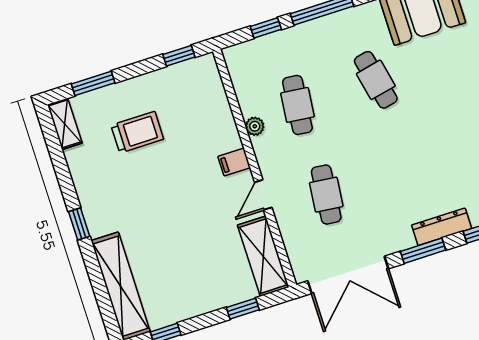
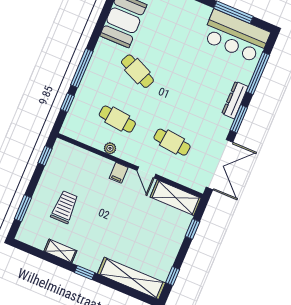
cafe table: (376, 80) -> (137, 71), turned 36
shelving: (65, 124) -> (60, 251), moved

